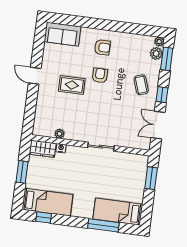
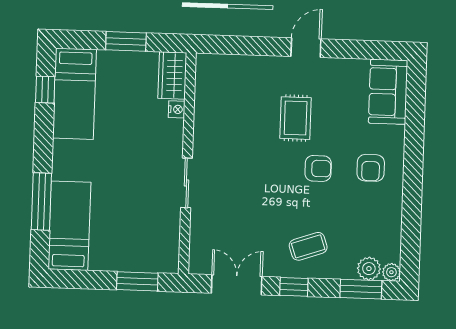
plant: (60, 134) -> (203, 104), removed

